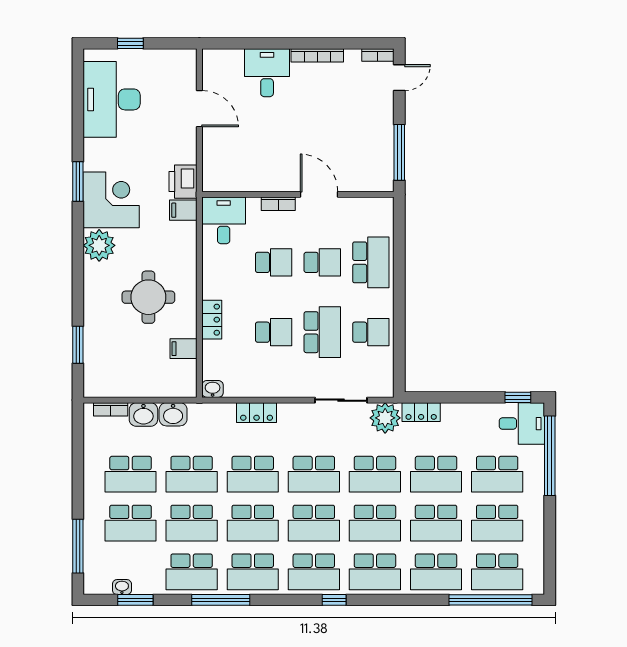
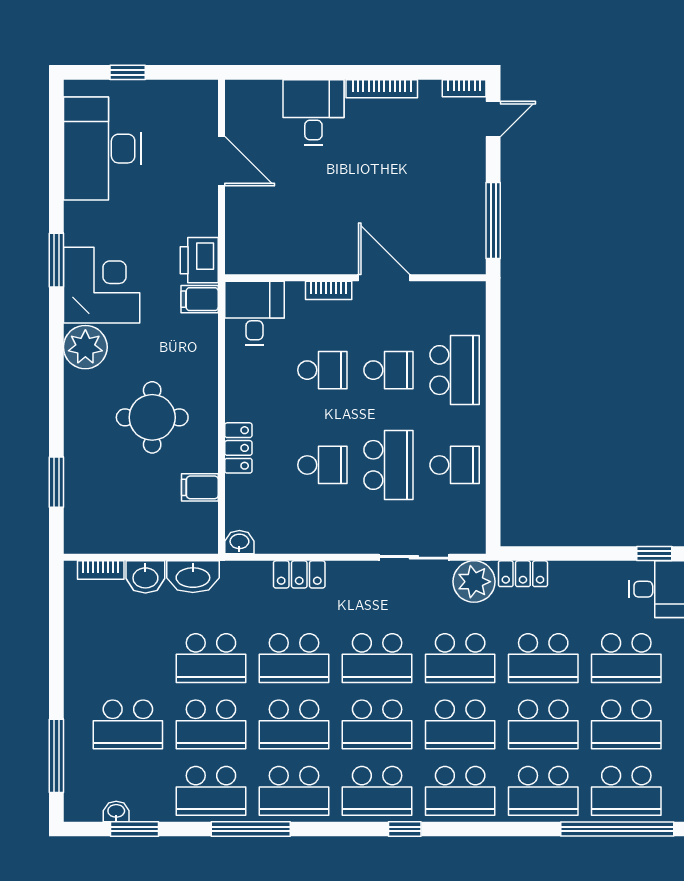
washbasin: (173, 414) -> (193, 577), width x1.38
school desk: (131, 474) -> (128, 658), removed

